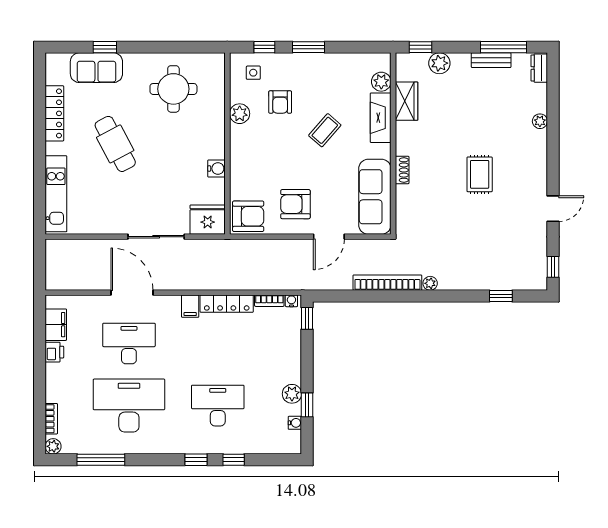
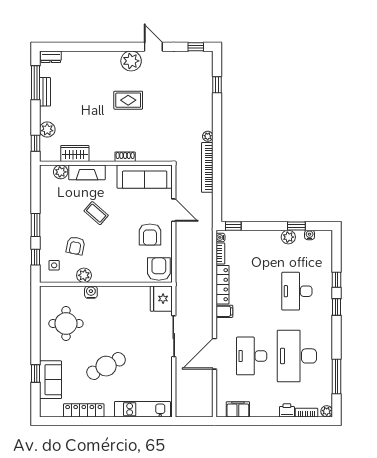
armchair: (280, 102) -> (75, 246), turned 101
plant: (540, 121) -> (131, 61), moved, width x1.88, depth x1.88
water cooler: (216, 169) -> (91, 292), moved
printer: (54, 352) -> (287, 410), moved

